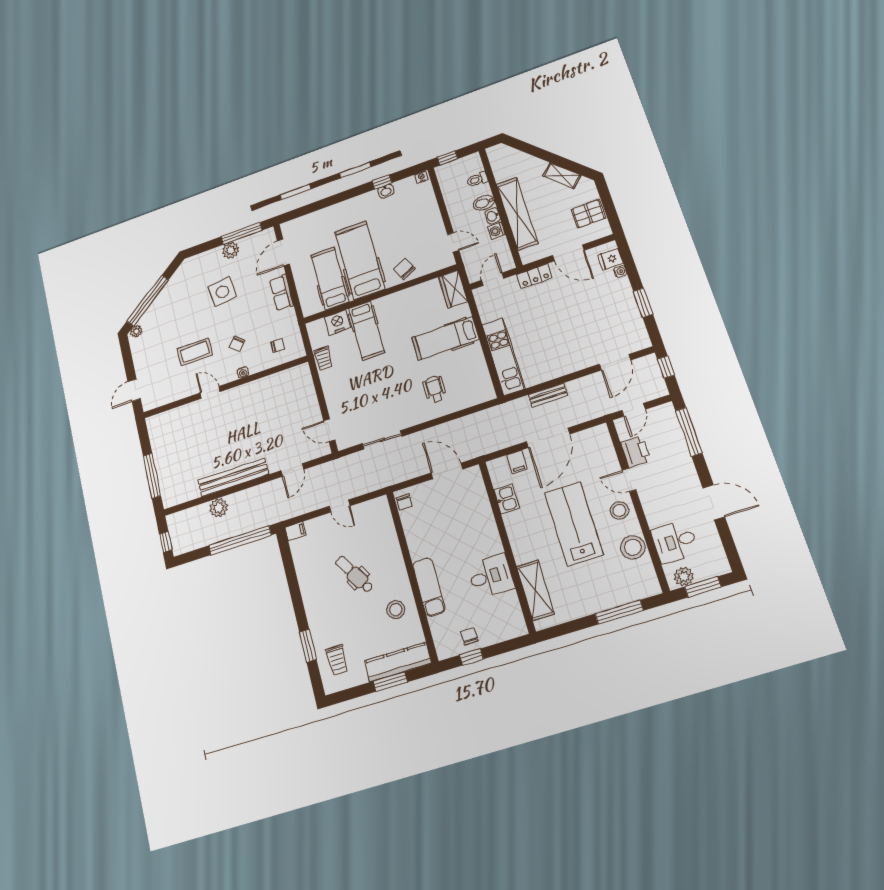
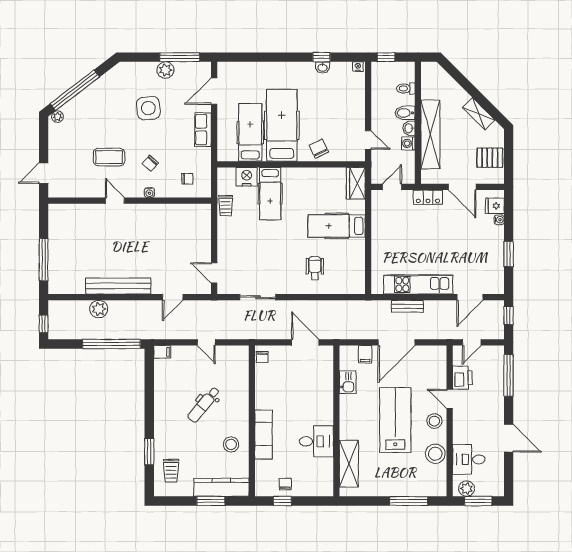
kitchen unit: (503, 357) -> (418, 284), moved, turned -90
dental chair: (354, 574) -> (204, 405), turned -109

